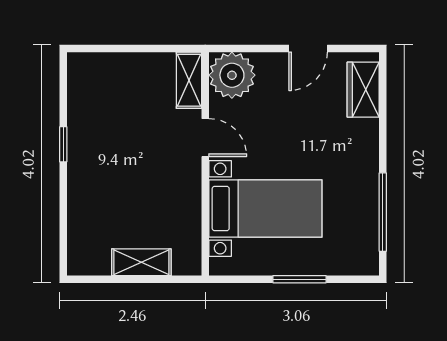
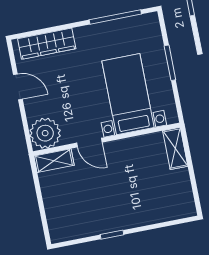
wardrobe: (363, 90) -> (47, 44), width x1.50
door: (205, 138) -> (89, 143), swing flipped
shelving: (141, 262) -> (175, 148), moved

